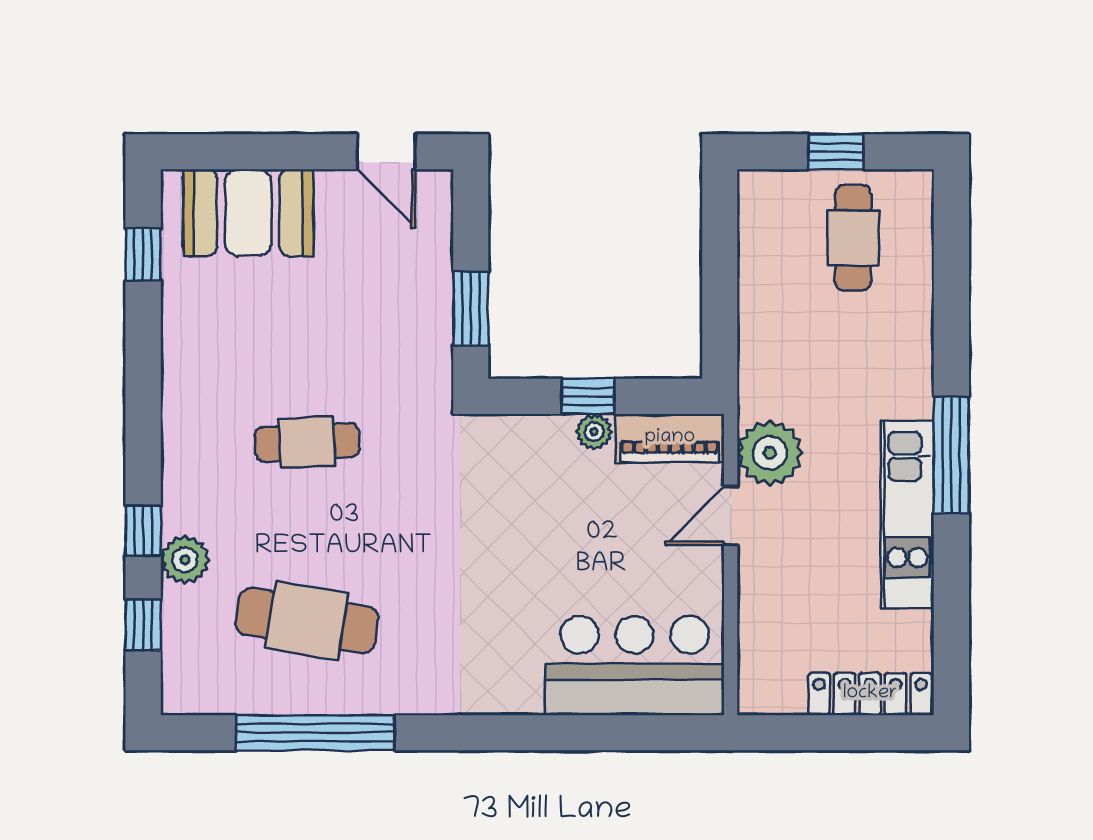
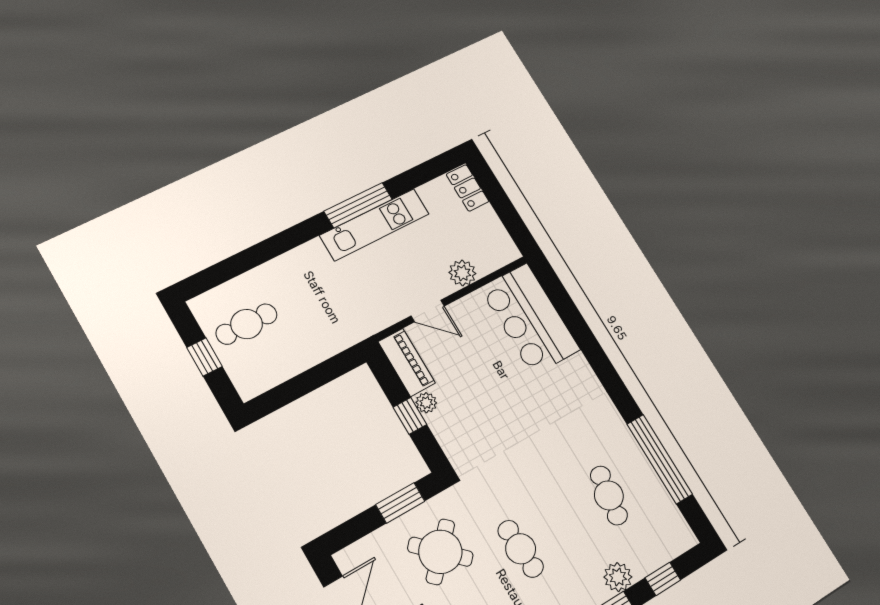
round table: (370, 325) -> (440, 552), added
plant: (770, 453) -> (462, 273), moved, width x0.73, depth x0.73
window: (951, 455) -> (358, 205), moved
cafe table: (307, 621) -> (609, 495), width x0.73, depth x0.74
locker: (870, 694) -> (467, 188), width x0.66

